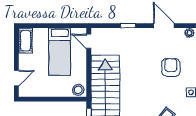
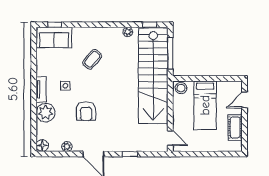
cot: (25, 41) -> (235, 127), moved
bed: (60, 52) -> (205, 105), moved, turned 180

